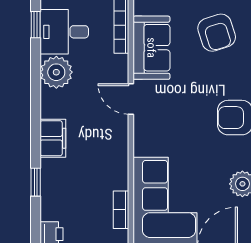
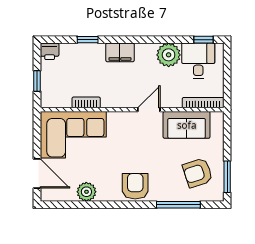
bookcase: (121, 210) -> (86, 102), moved

